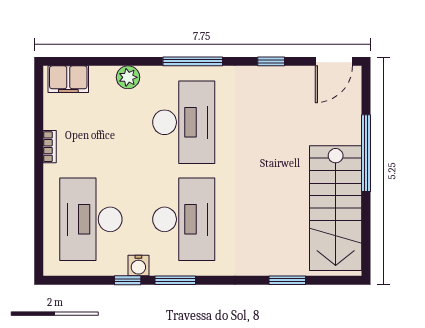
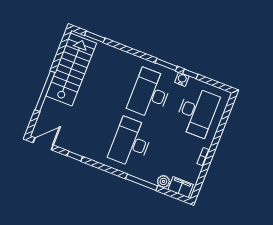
window: (193, 61) -> (142, 182), moved
plant: (128, 77) -> (163, 181), moved
window: (287, 280) -> (95, 37), moved

